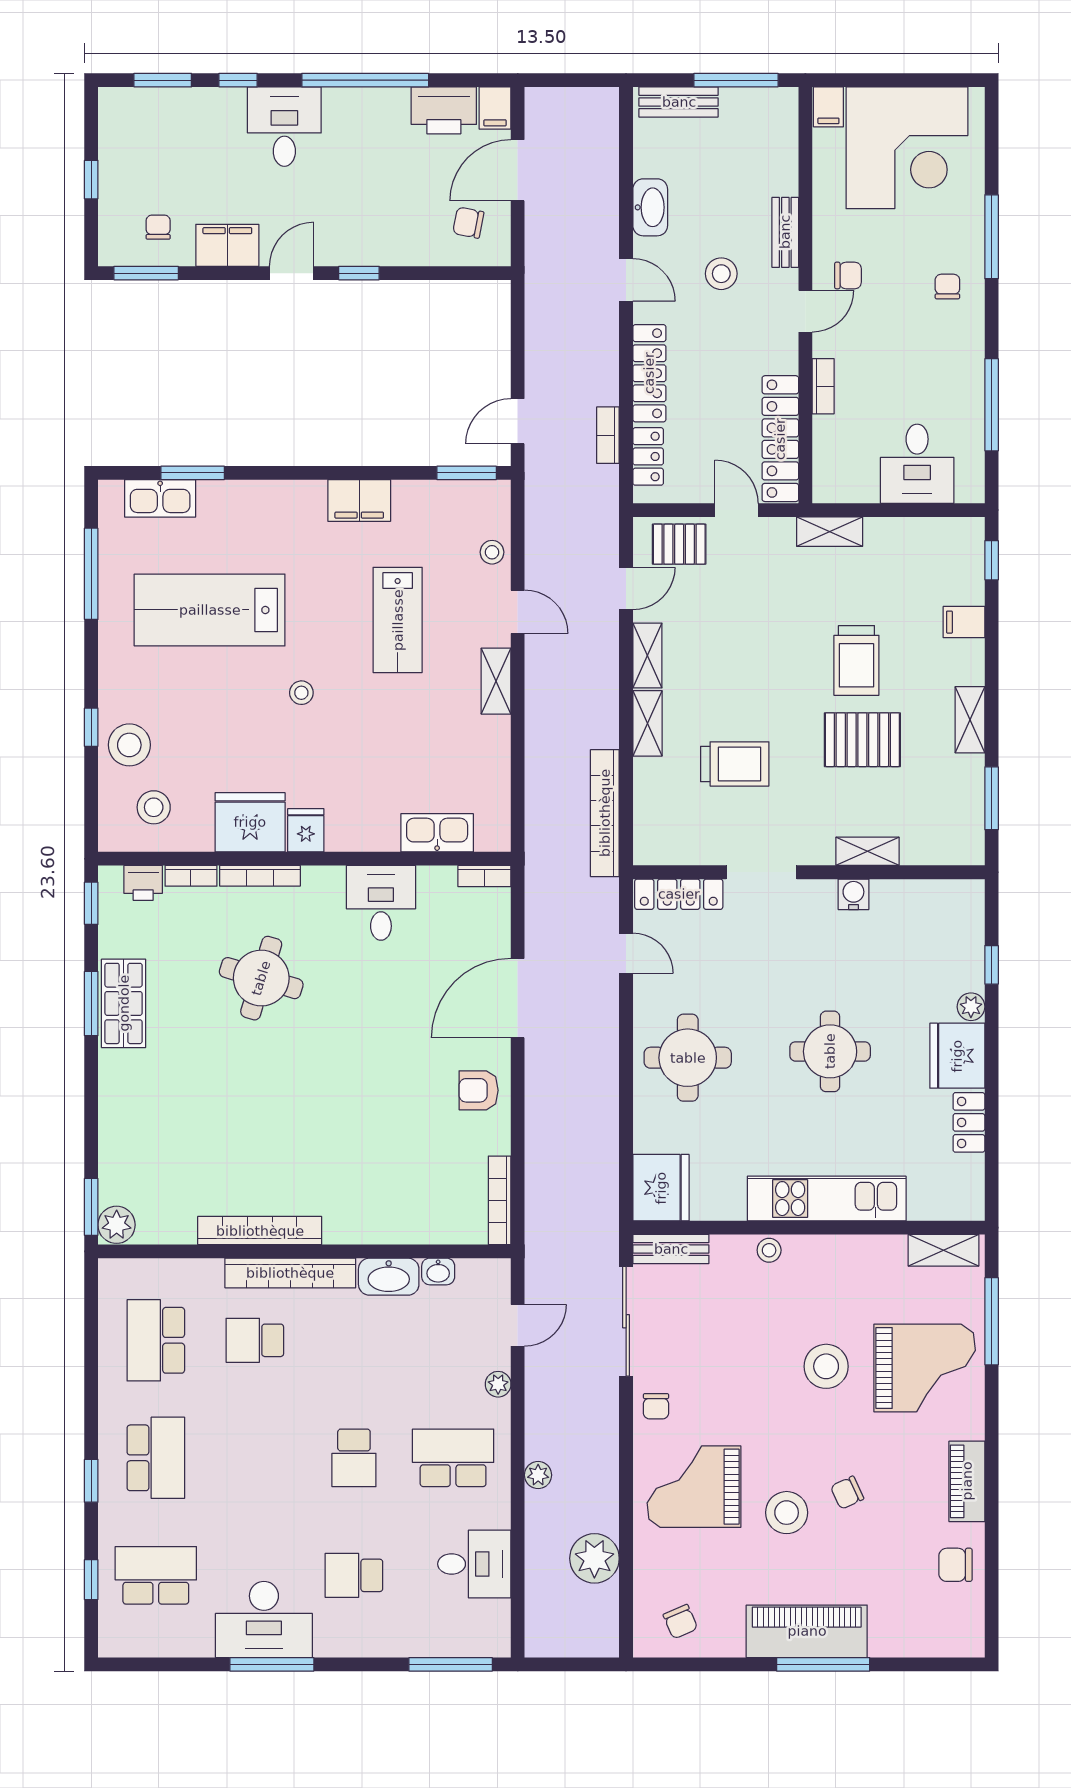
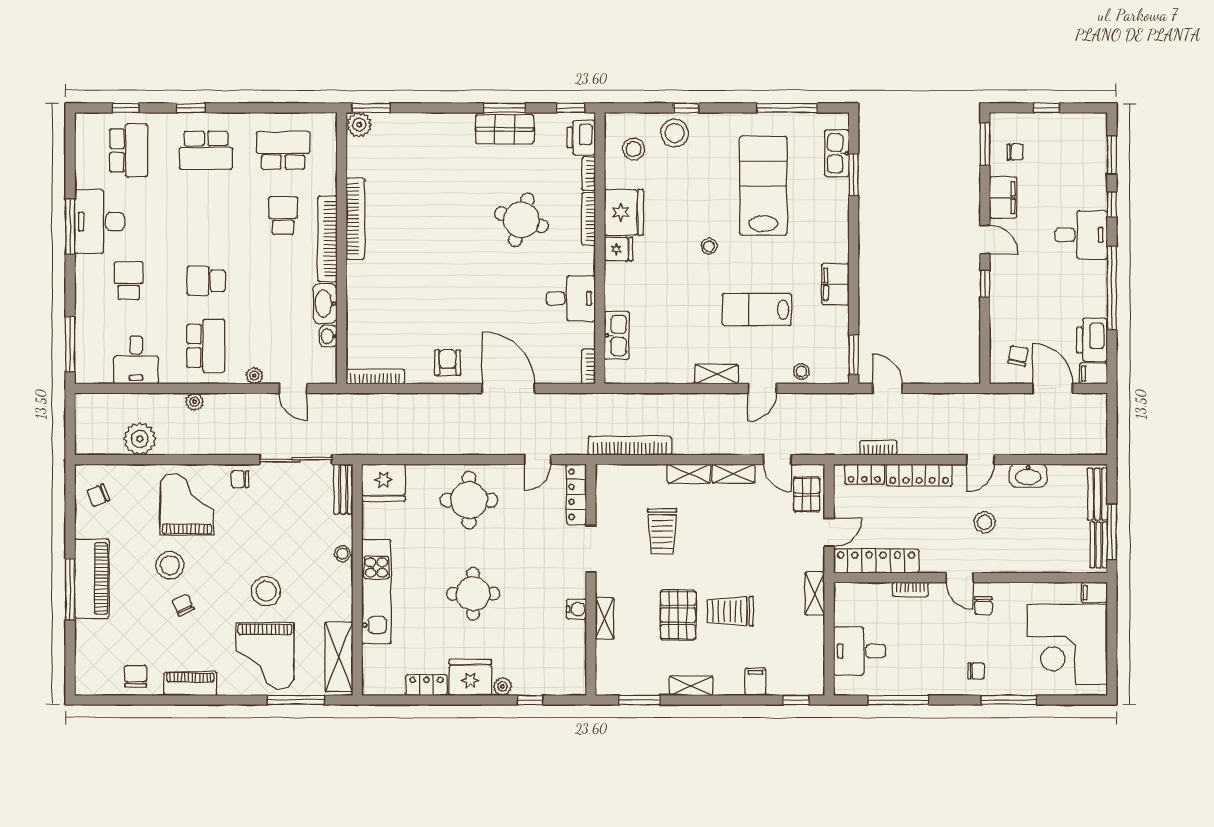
bench: (785, 232) -> (1099, 545), moved, turned 90
printer: (143, 883) -> (581, 138), width x1.36, depth x1.24
shelving: (943, 1250) -> (339, 657), width x1.50, depth x1.33

